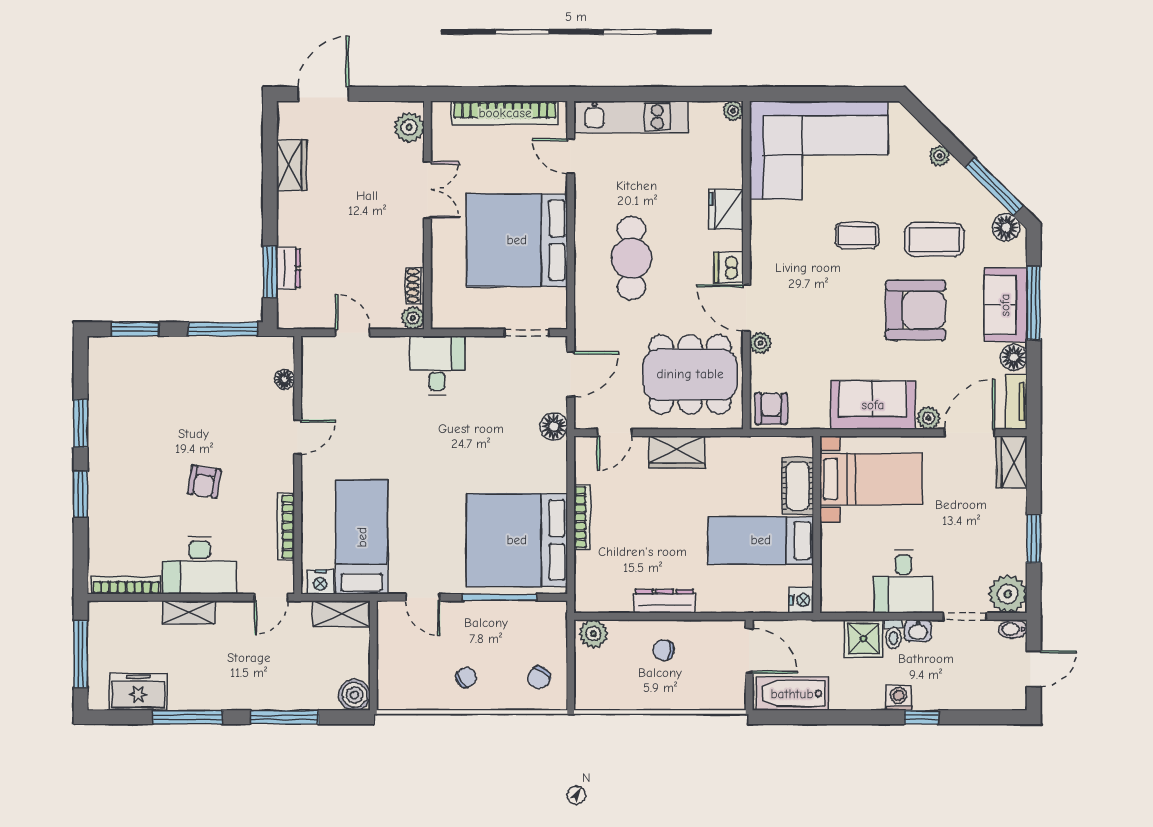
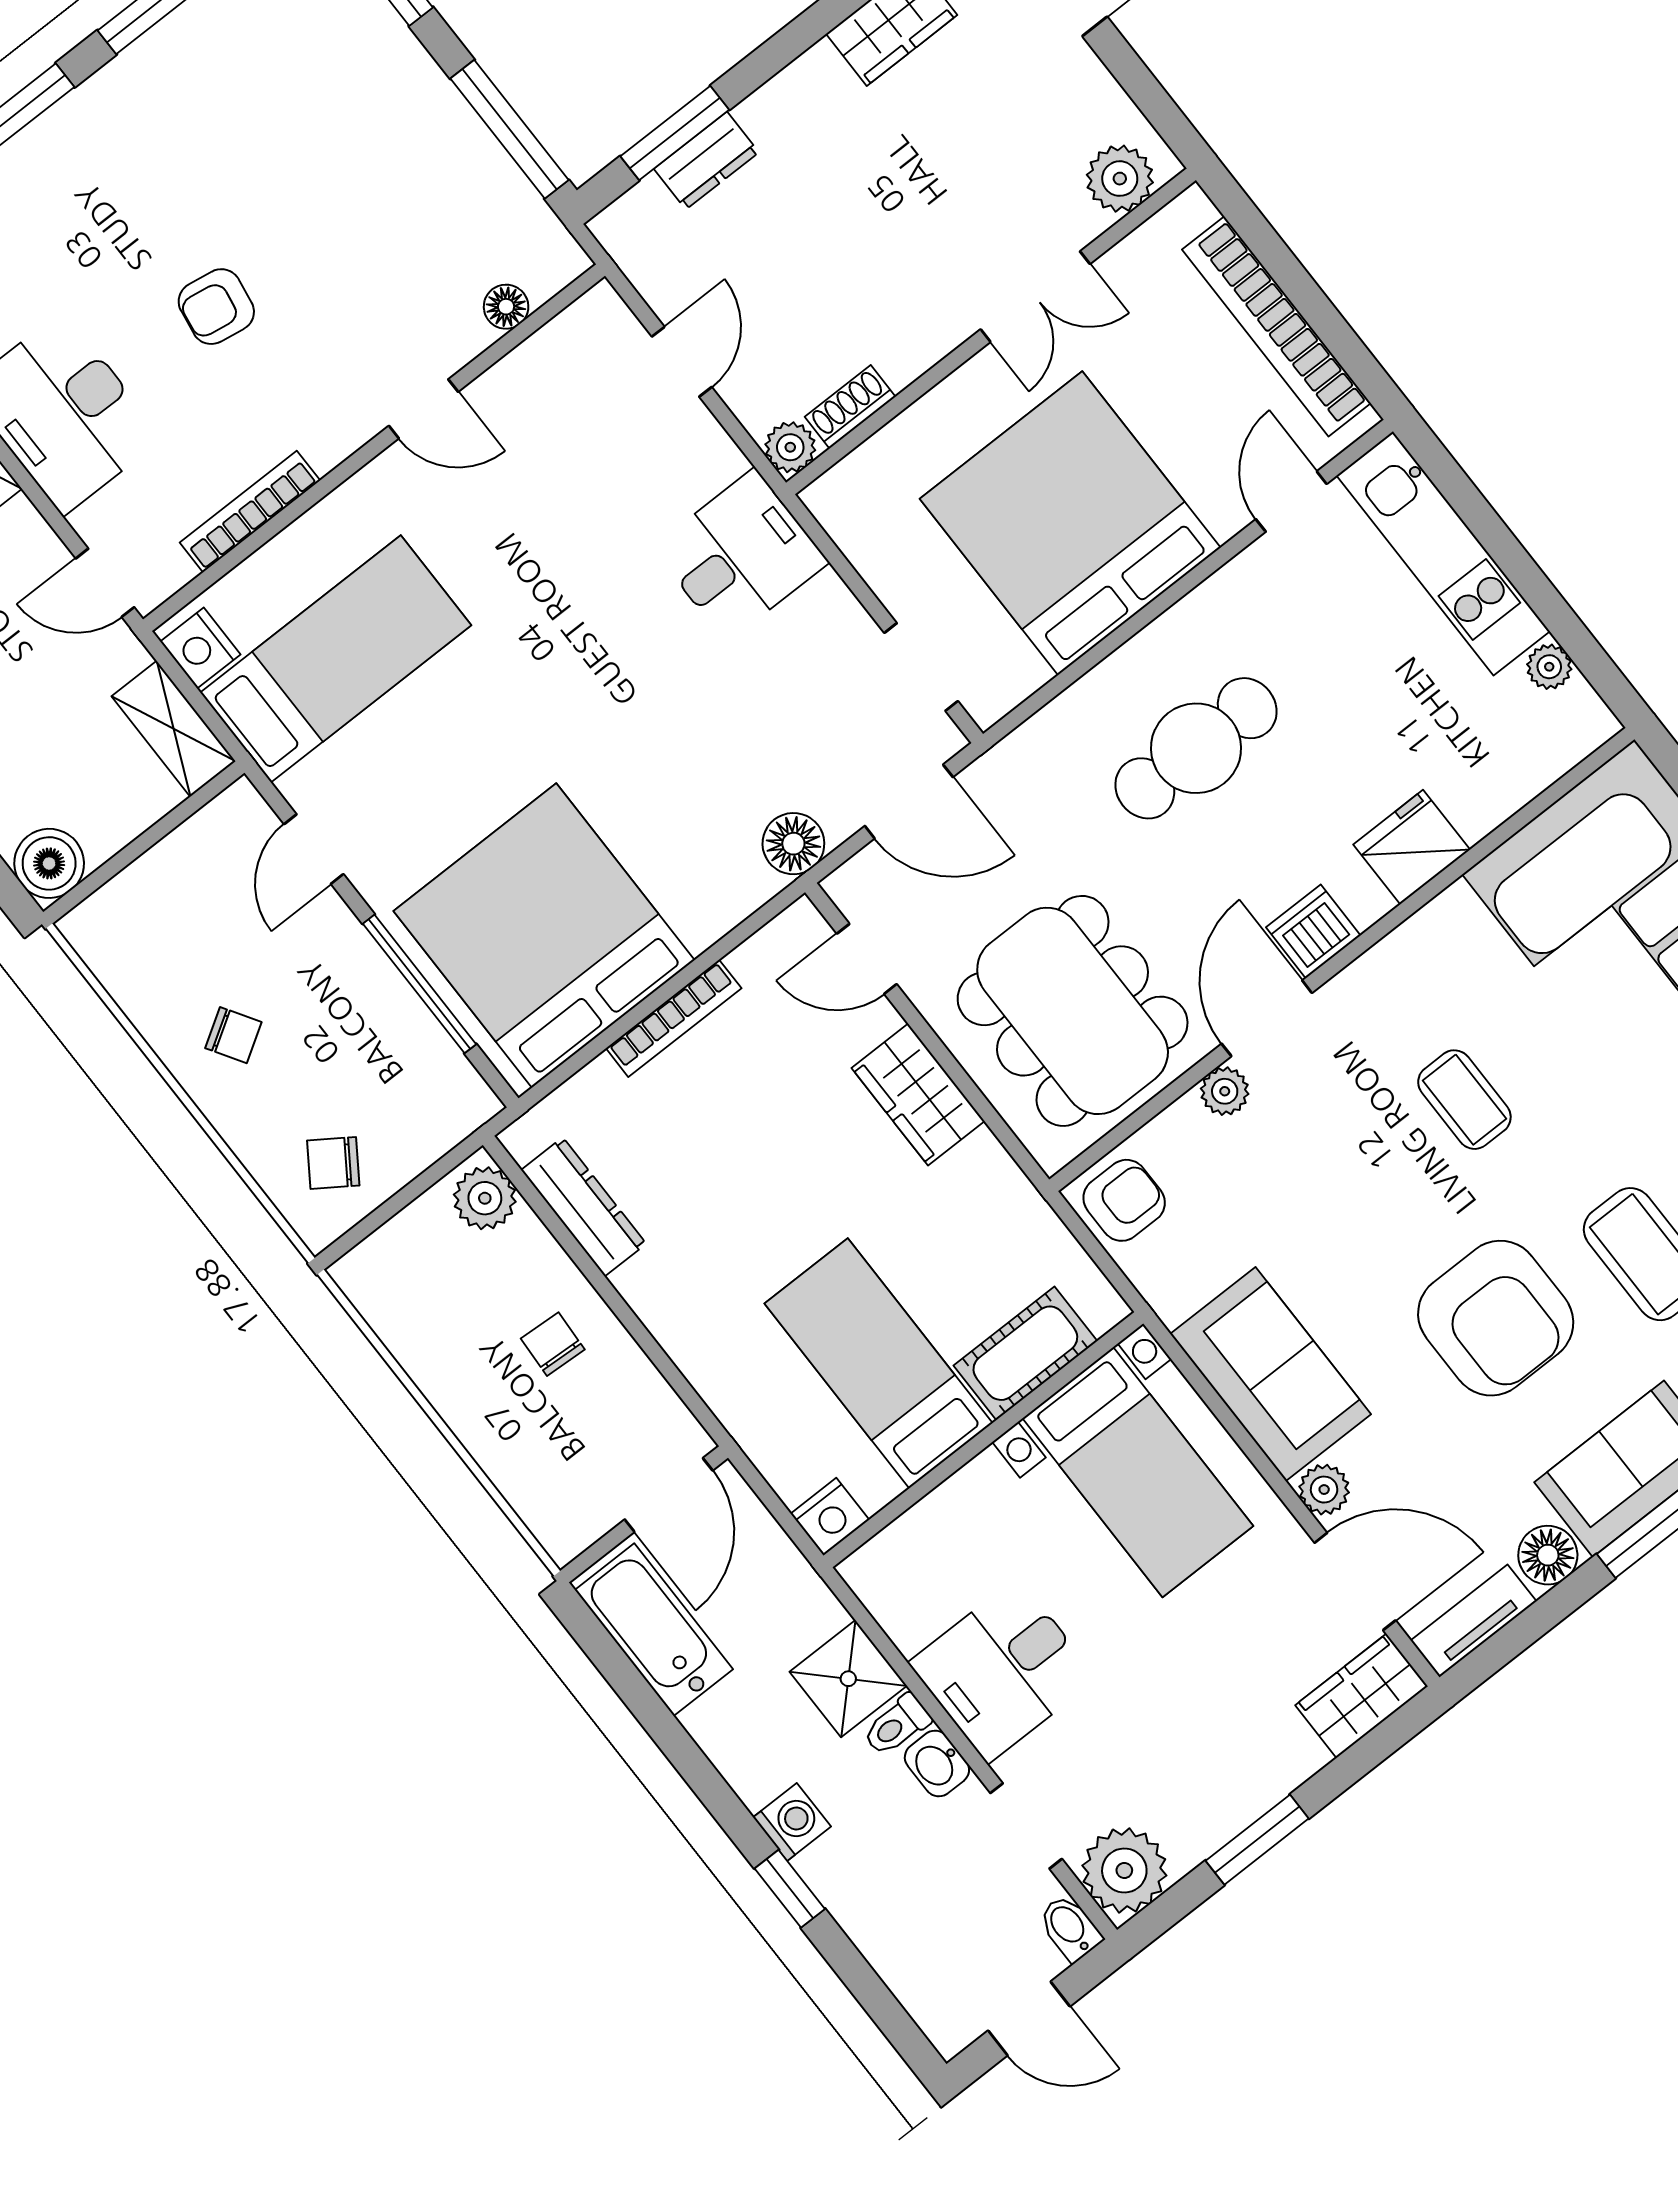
plant: (733, 111) -> (1549, 667), moved
coffee table: (857, 235) -> (1464, 1100), moved
dresser: (665, 601) -> (584, 1207), moved

